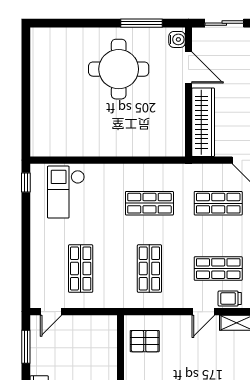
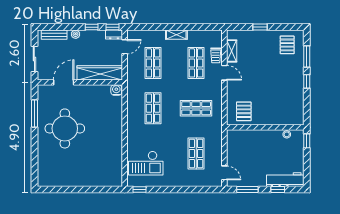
water cooler: (177, 39) -> (116, 90), moved
shop shelf: (81, 269) -> (196, 153), turned 90

